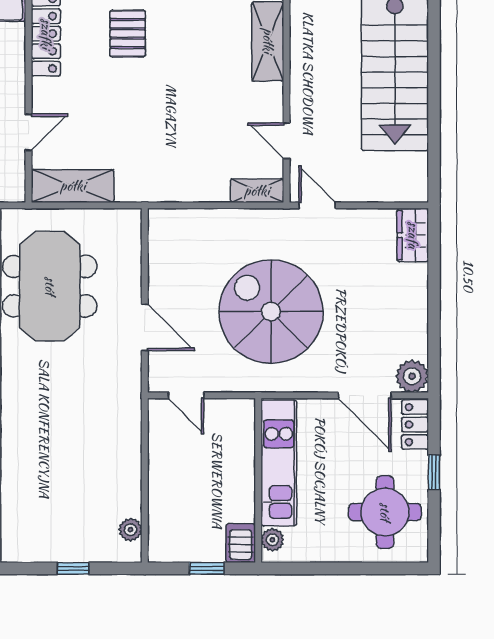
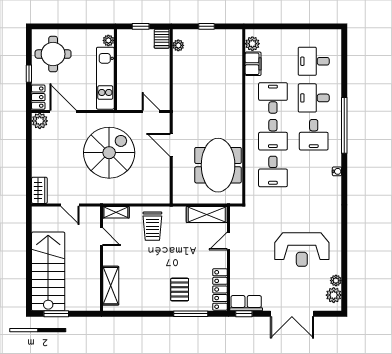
trolley: (183, 162) -> (152, 226), added
door: (317, 205) -> (70, 205), moved
spiral stairs: (271, 312) -> (109, 153), turned -90
server rack: (241, 543) -> (162, 39), moved

